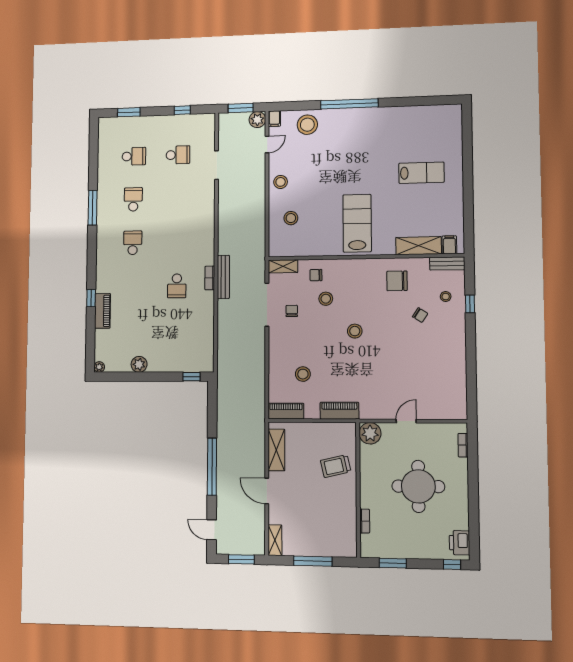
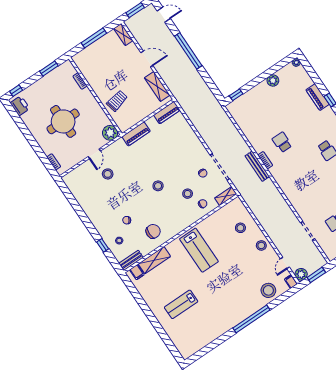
stool: (303, 374) -> (108, 174), moved

